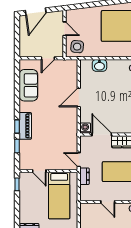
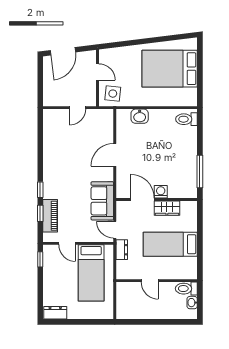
sofa: (28, 85) -> (102, 201), moved, turned 180
piano: (25, 126) -> (50, 216), moved
washing machine: (85, 128) -> (161, 192), moved

